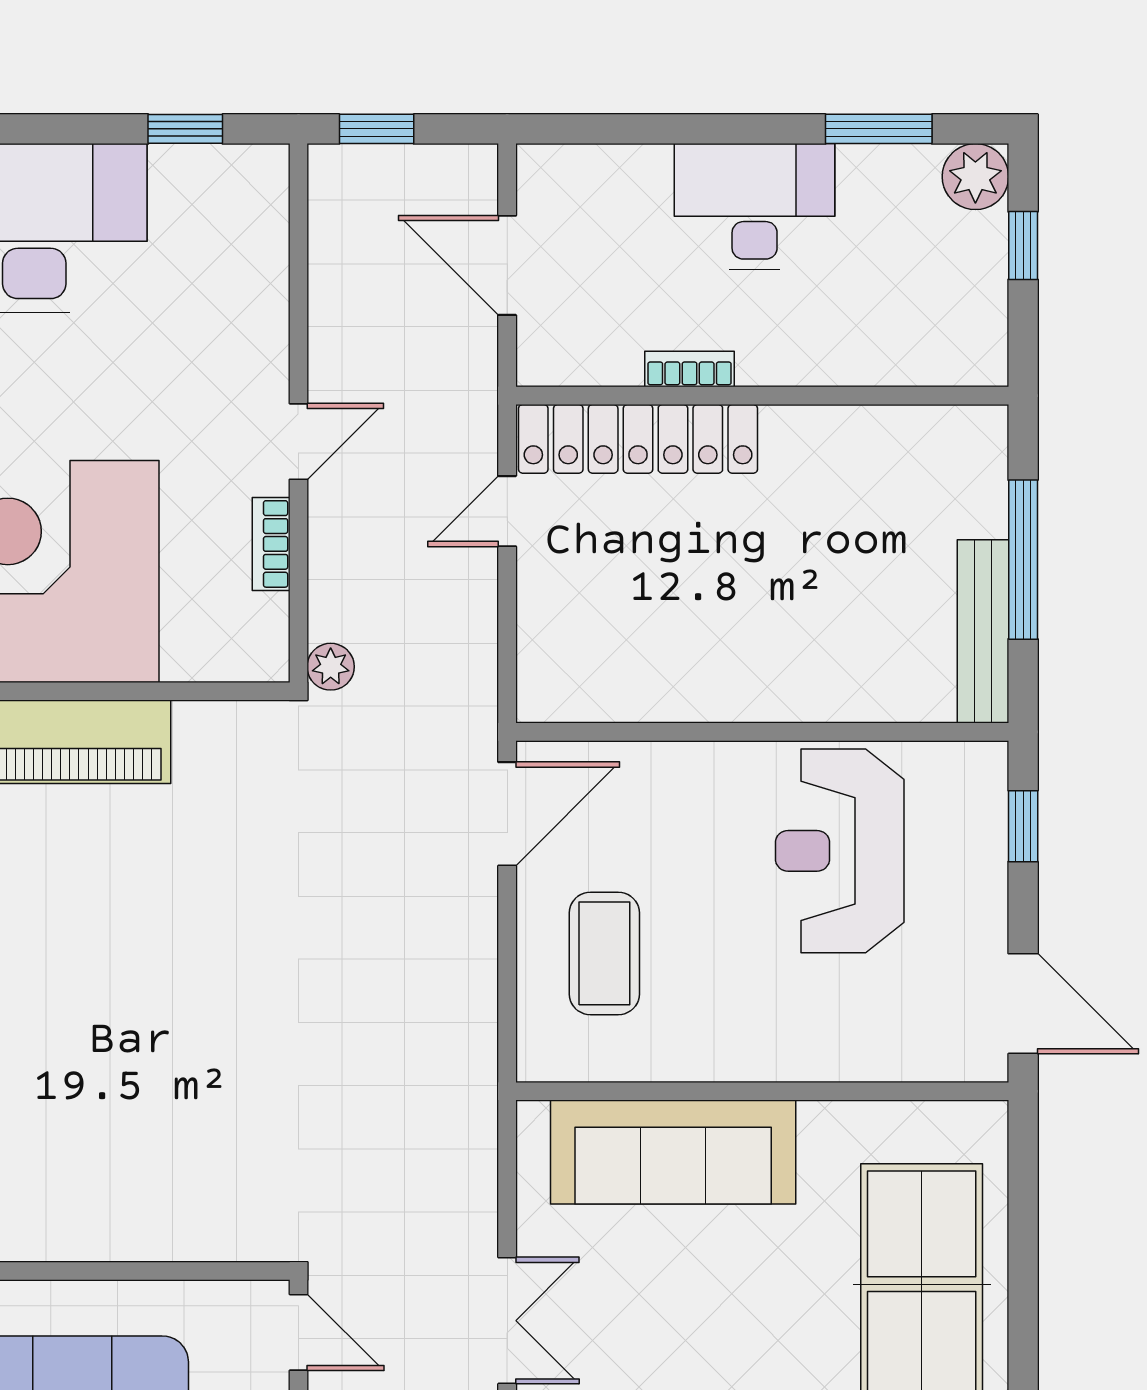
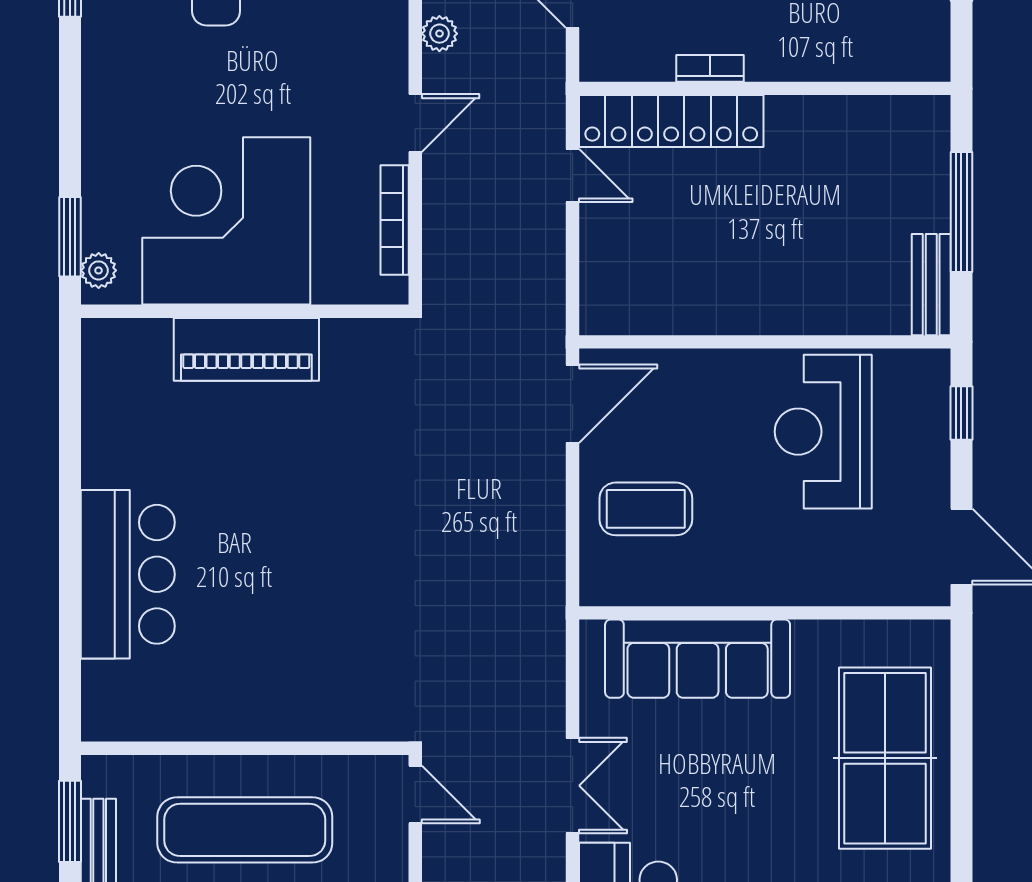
door: (507, 511) -> (573, 176), swing flipped
bookcase: (271, 544) -> (395, 220), width x1.56
bench: (983, 631) -> (931, 285), width x0.73
plant: (331, 667) -> (439, 34), moved
coffee table: (604, 953) -> (646, 509), turned 90

